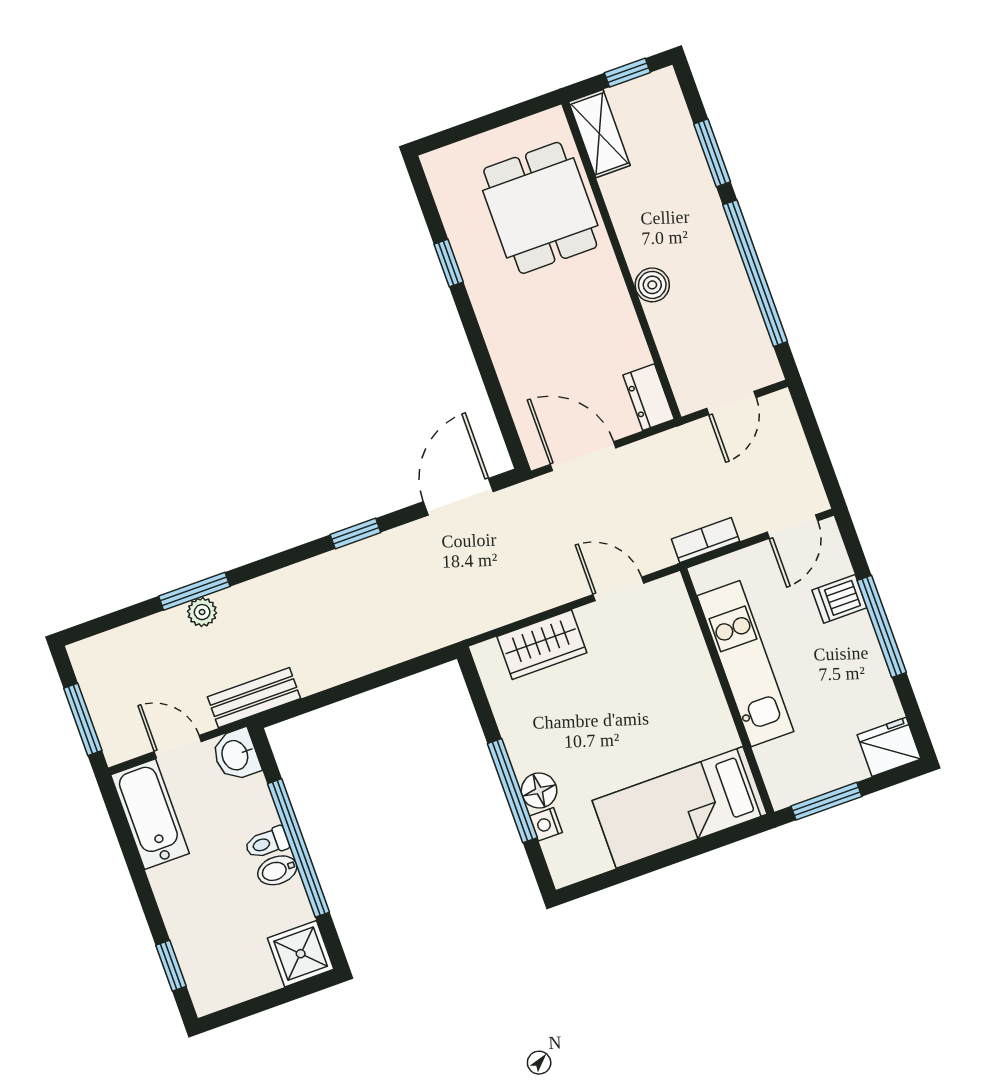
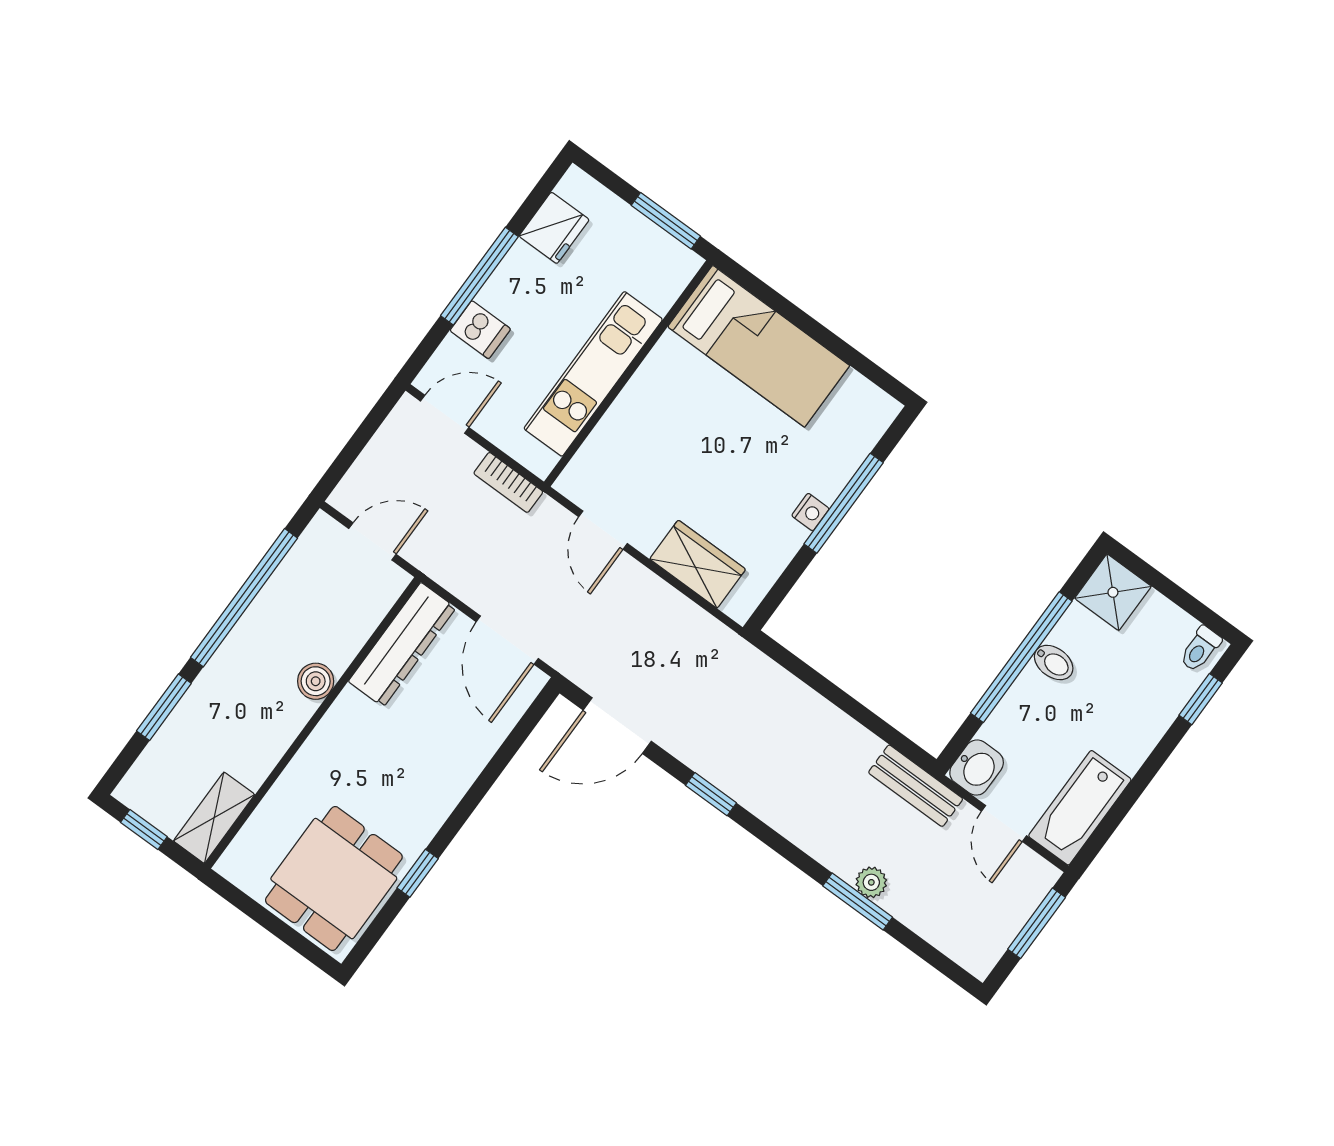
dining table: (540, 208) -> (334, 879), moved
dresser: (649, 397) -> (402, 645), width x1.96, depth x1.24
fridge: (889, 747) -> (554, 228), moved, turned -90
floor lamp: (539, 791) -> (828, 480), removed
nightstand: (546, 824) -> (810, 512), moved
toilet: (267, 843) -> (1200, 649), moved, turned 90

